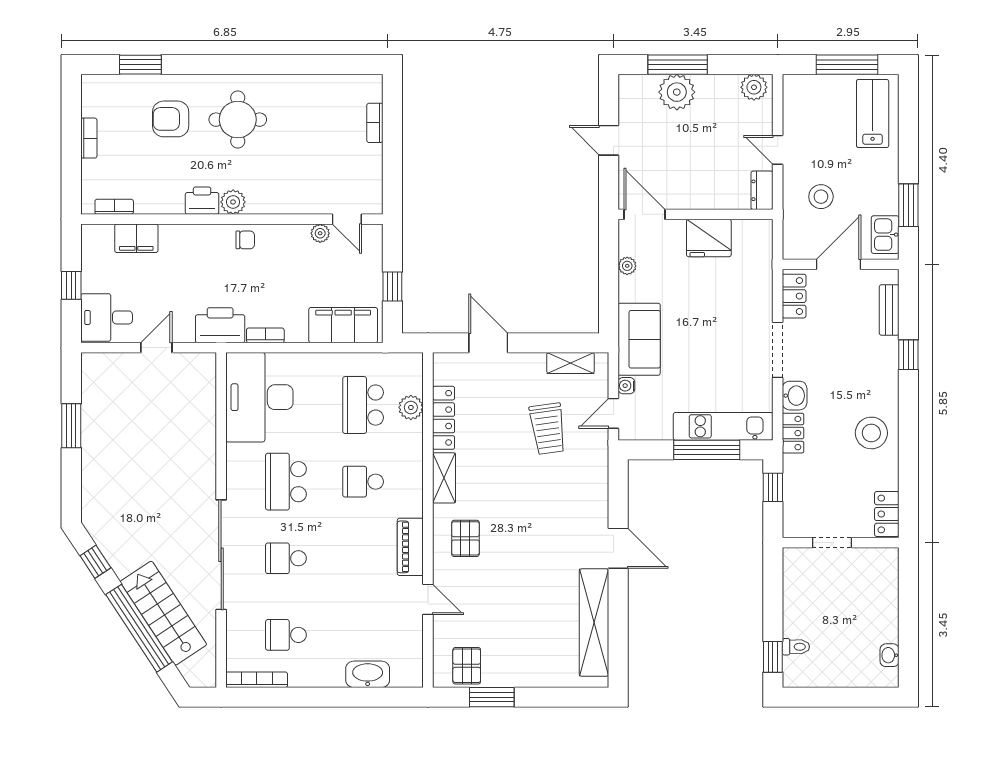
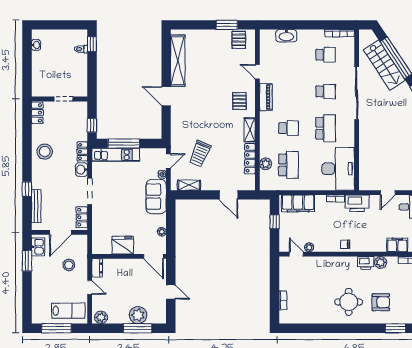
lab bench: (873, 113) -> (68, 311), moved, turned -90
plant: (233, 202) -> (381, 262), moved
bench: (889, 310) -> (36, 206), width x1.36
trolley: (548, 429) -> (200, 154), turned -149

